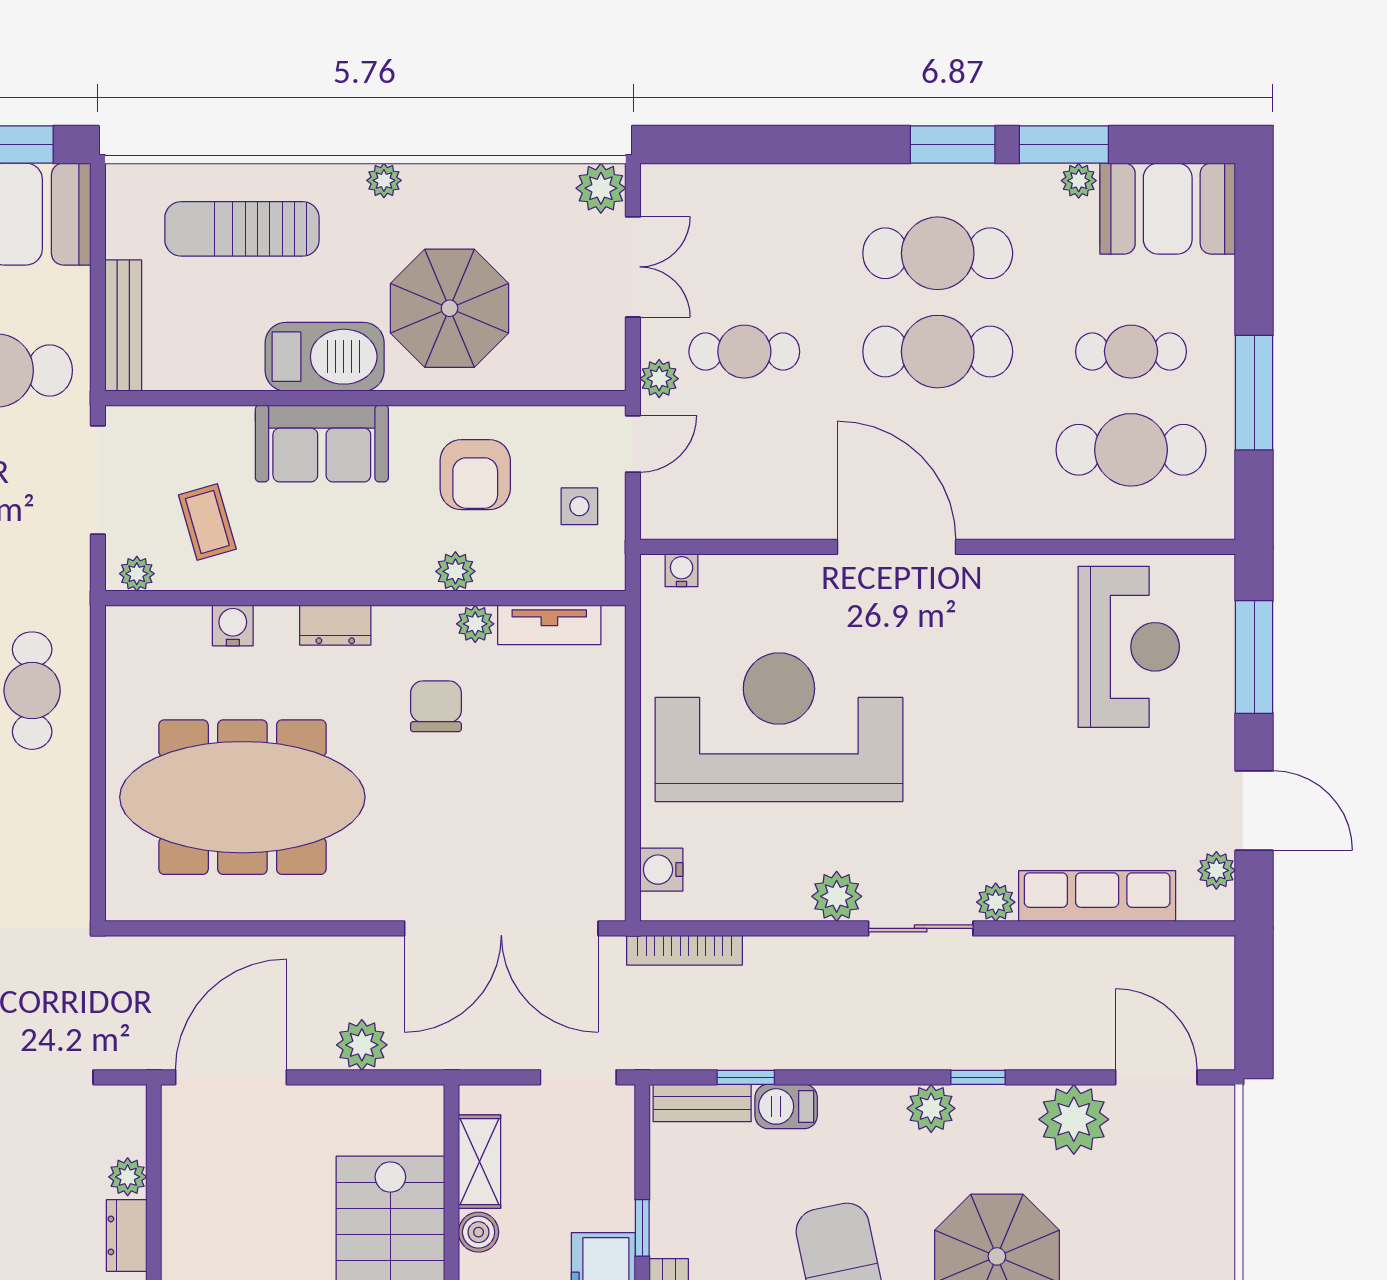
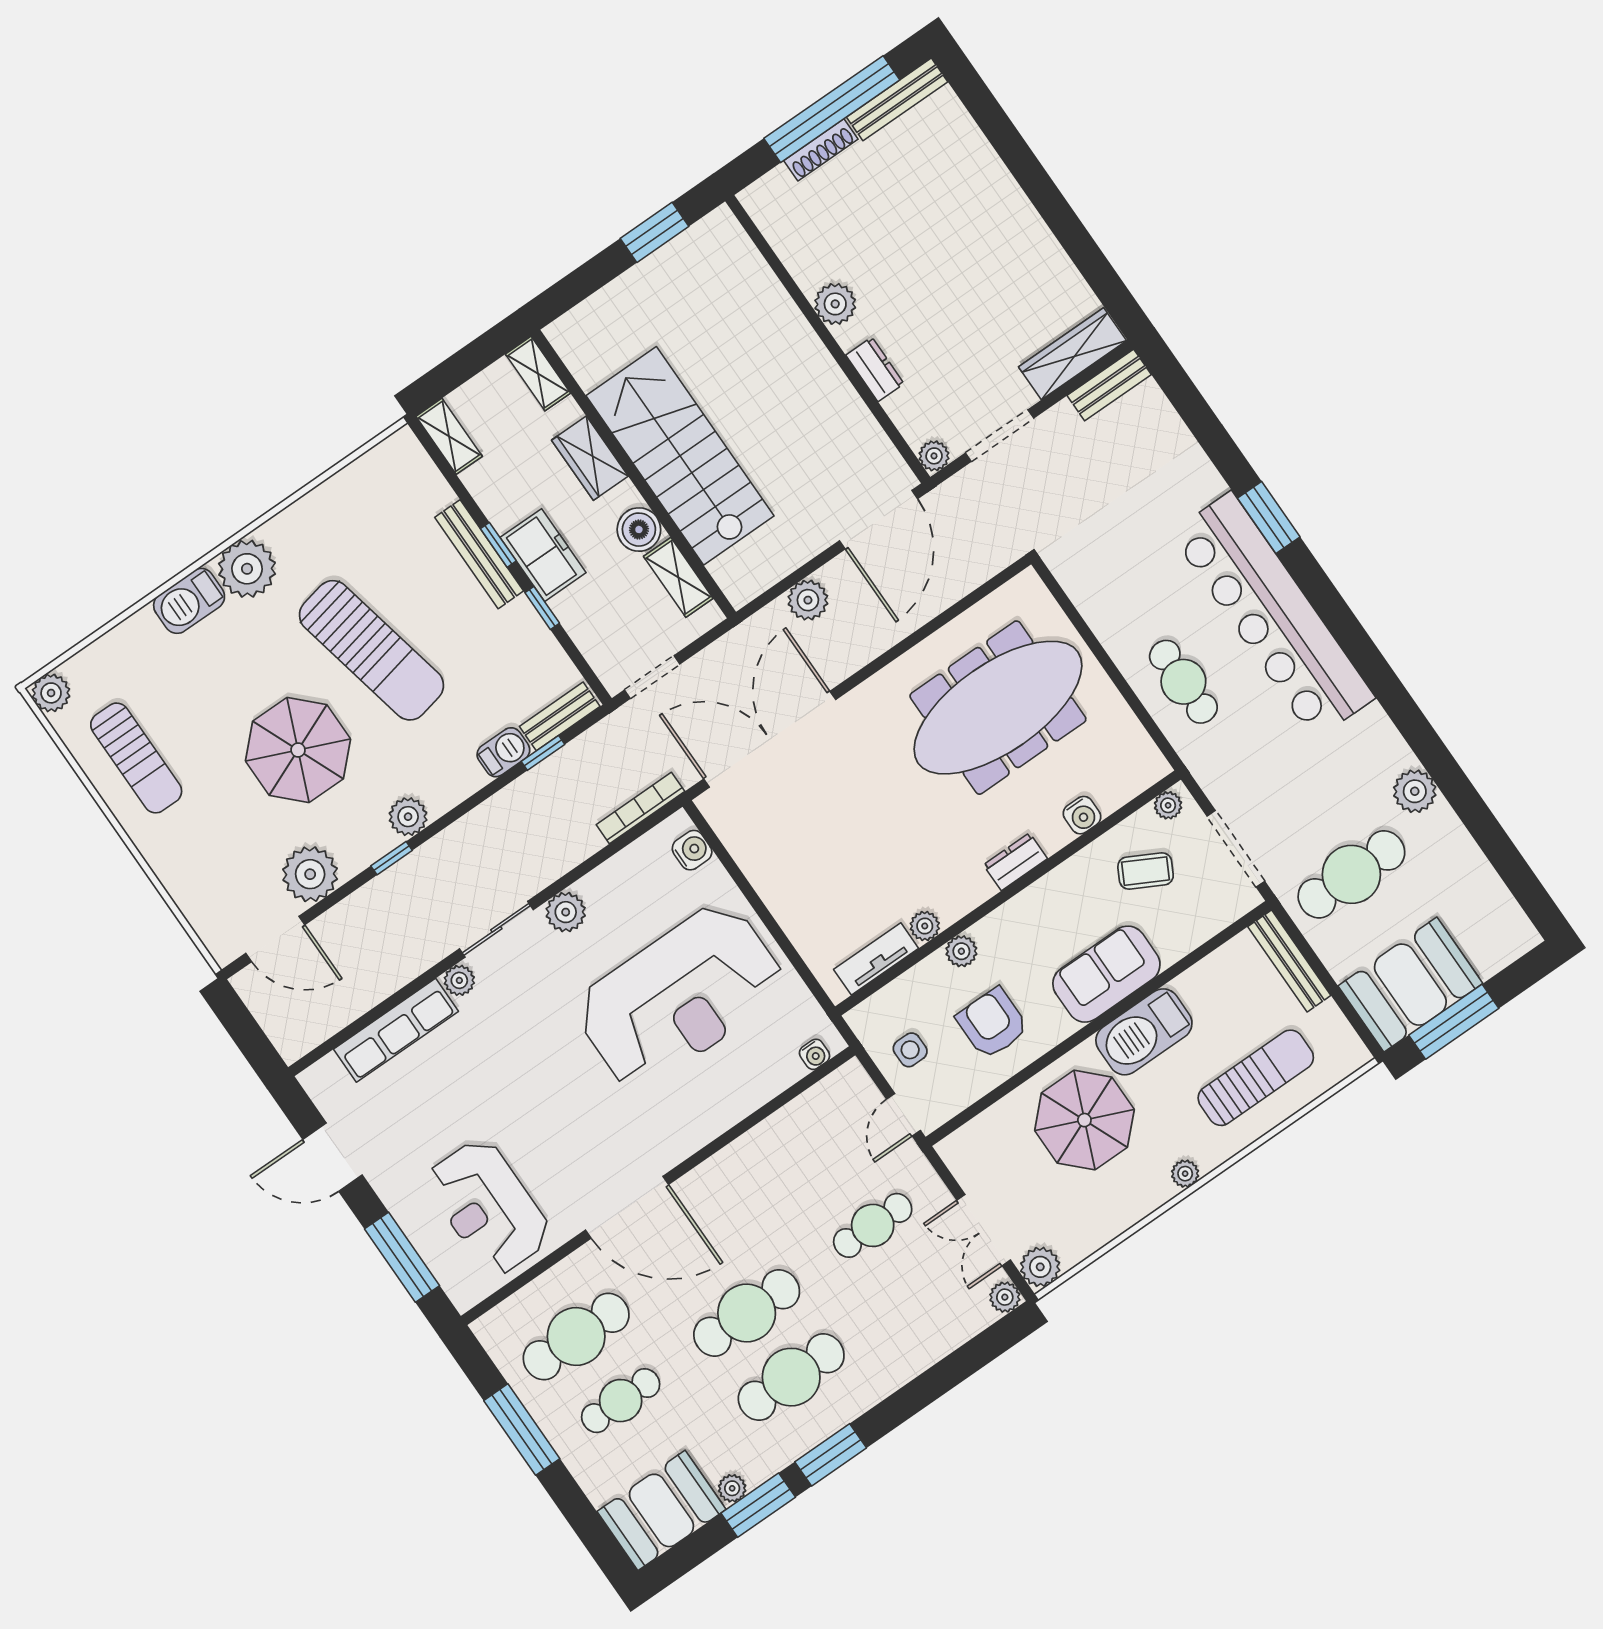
plant: (659, 379) -> (1005, 1297), moved
coffee table: (207, 522) -> (1146, 871), turned -46
door: (896, 547) -> (627, 1207), moved
chair: (436, 706) -> (913, 854), removed
plant: (1216, 870) -> (330, 1101), removed
plant: (128, 1177) -> (934, 456), moved
boiler: (479, 1232) -> (639, 530), width x1.36, depth x1.36

